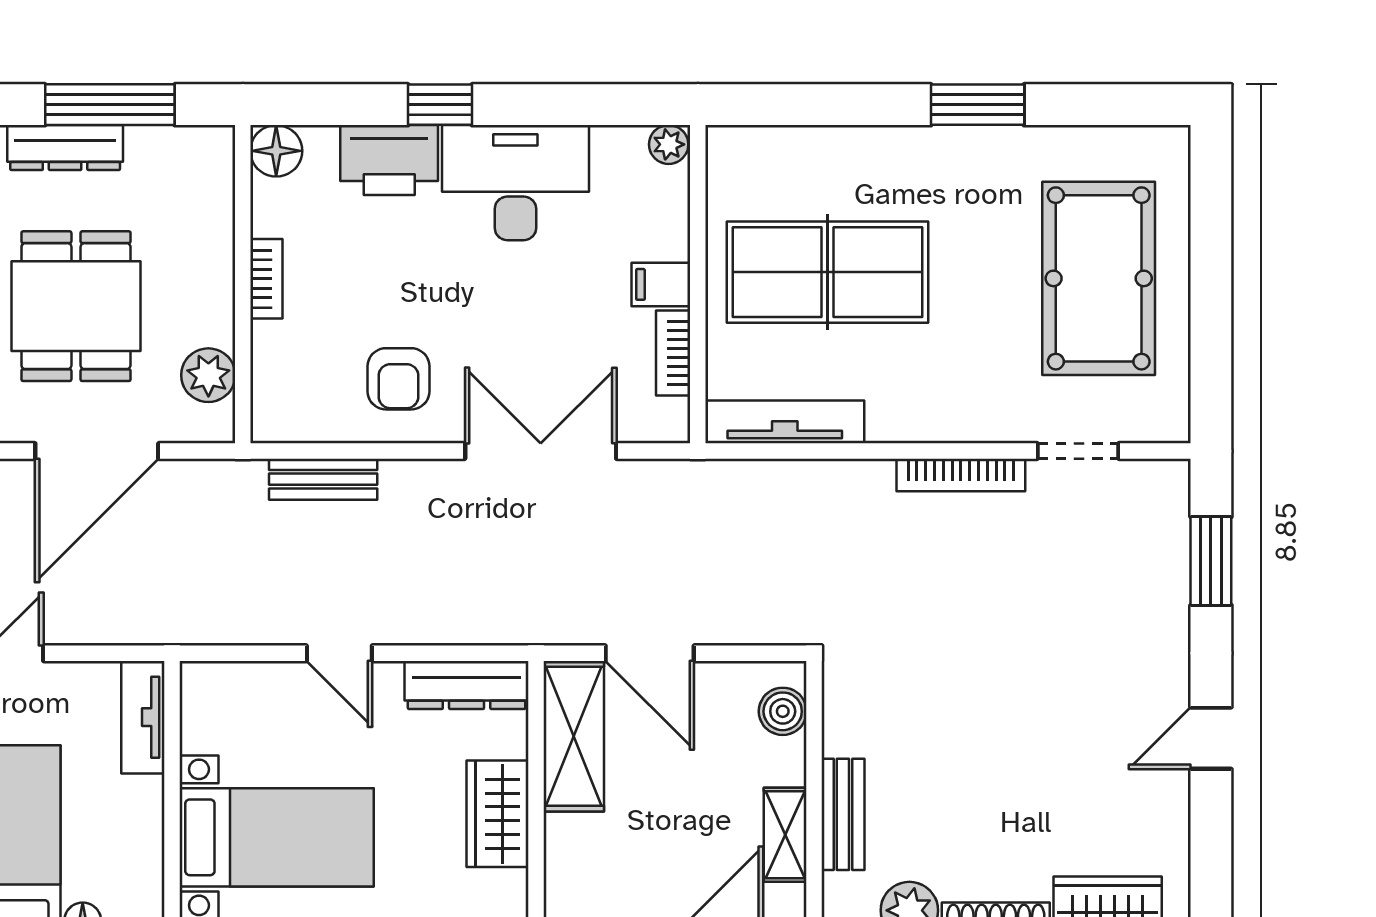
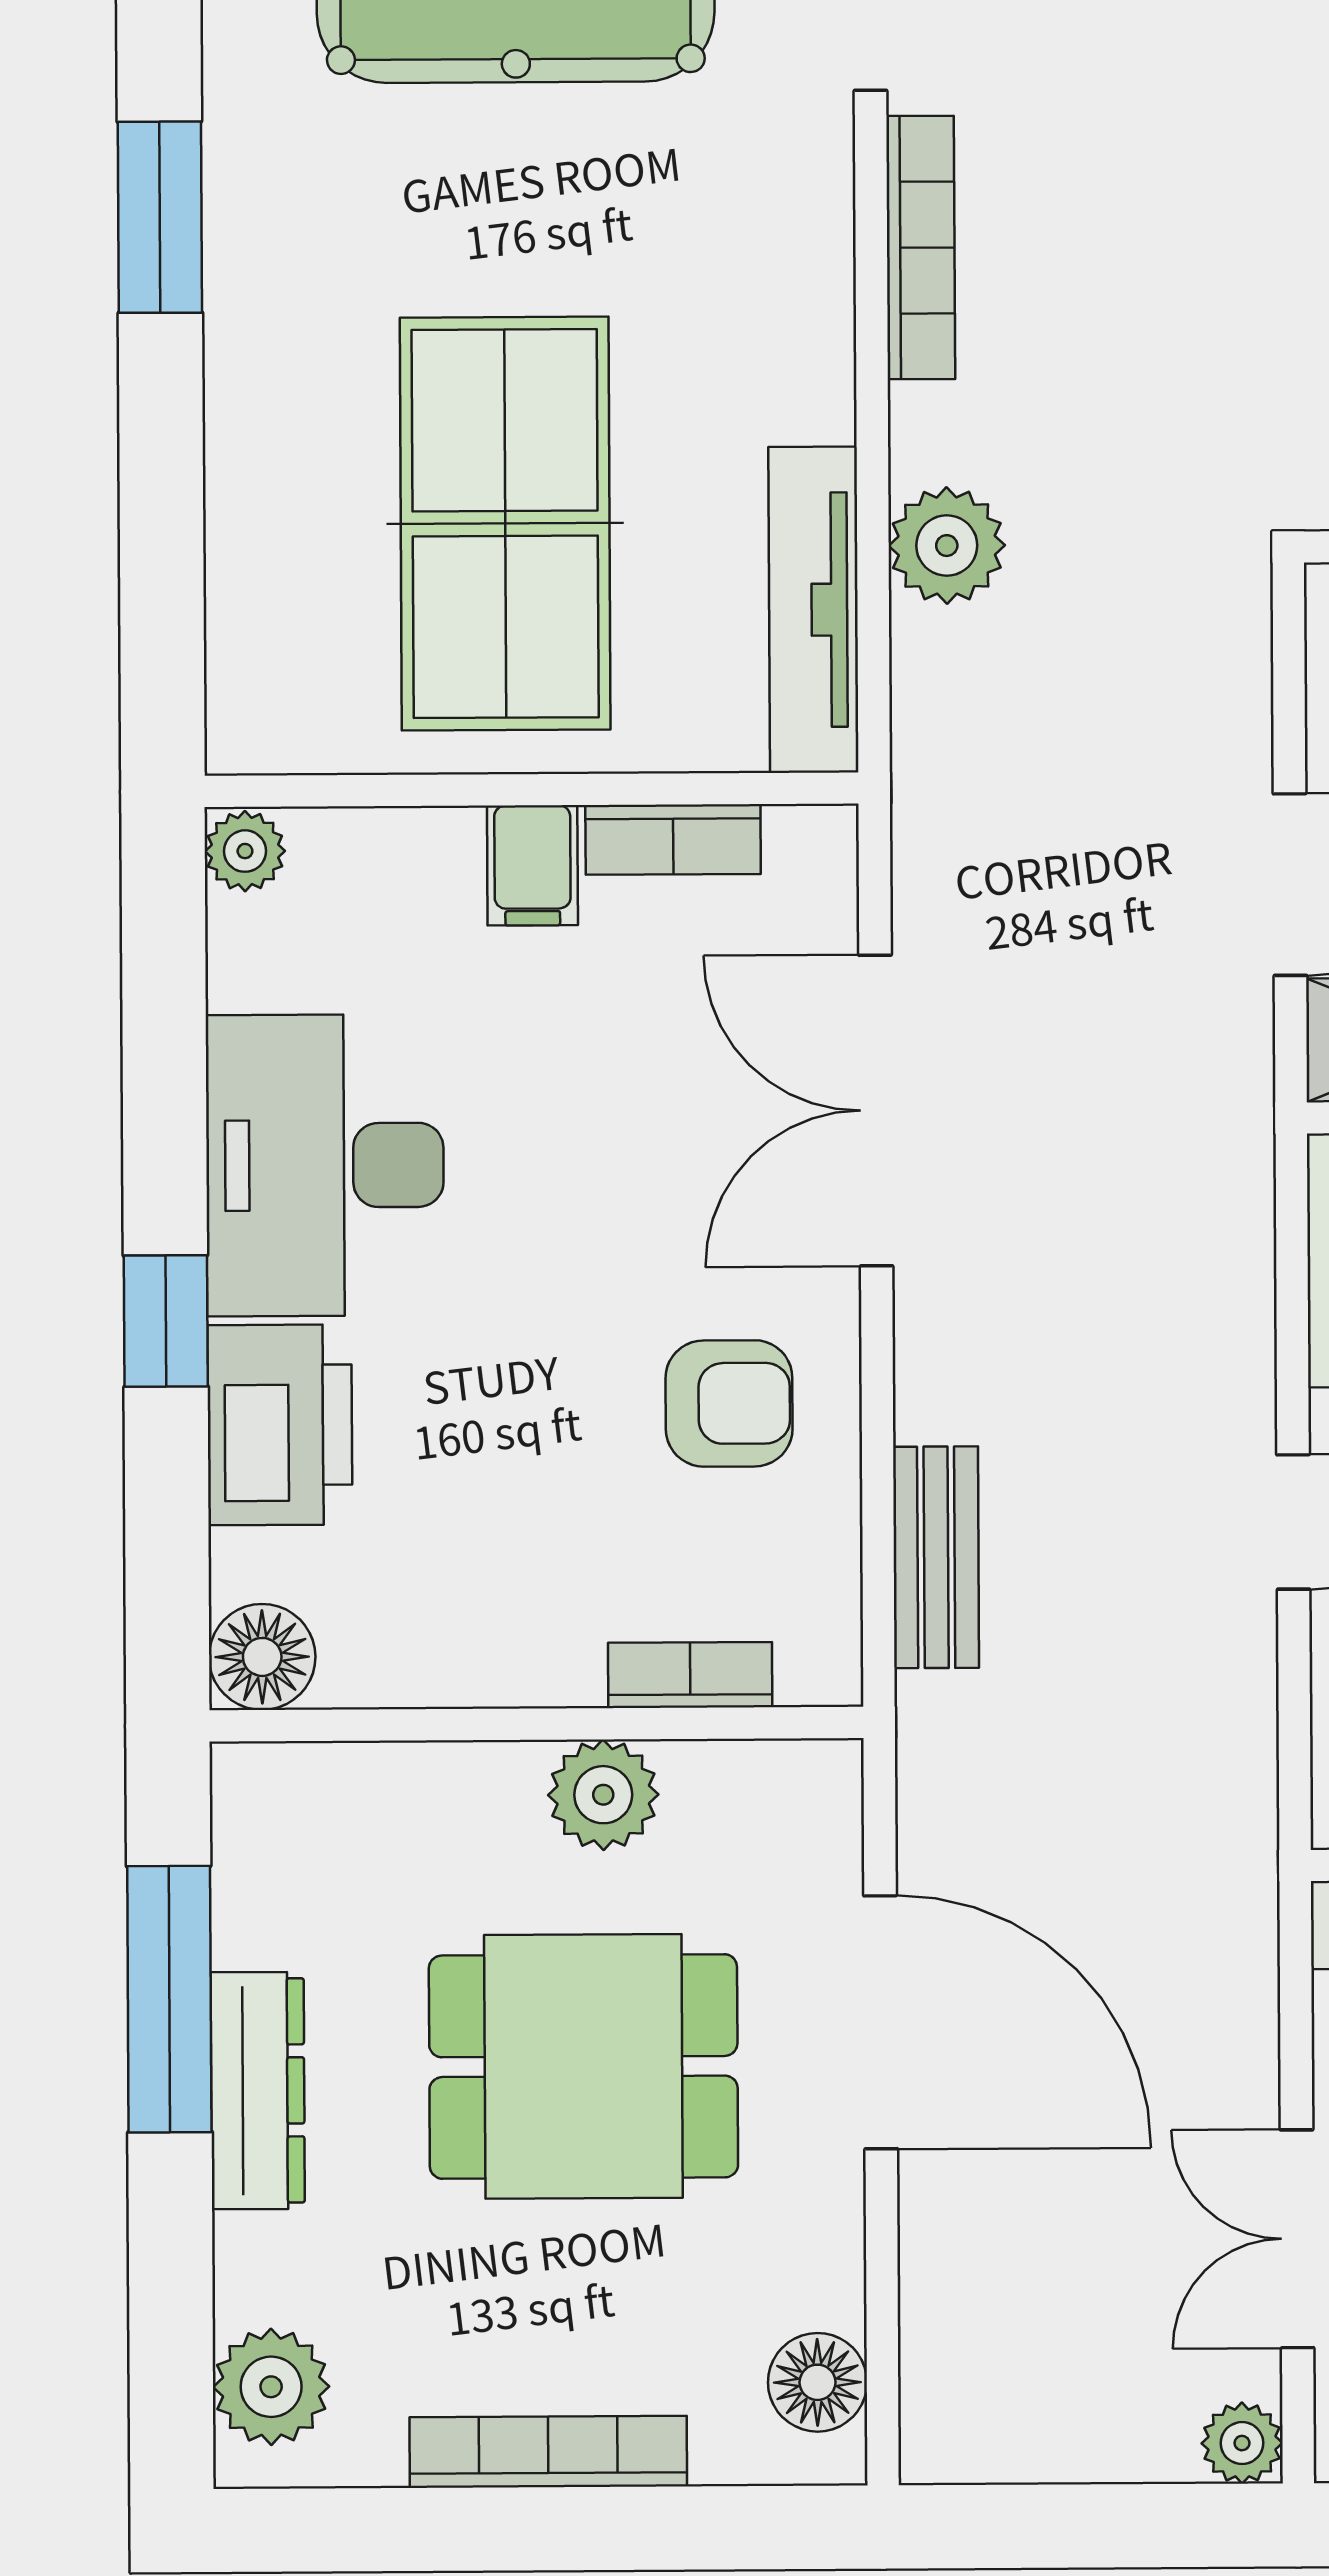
bookcase: (266, 279) -> (690, 1675), moved
plant: (208, 375) -> (603, 1795), moved
plant: (816, 487) -> (947, 546), added

